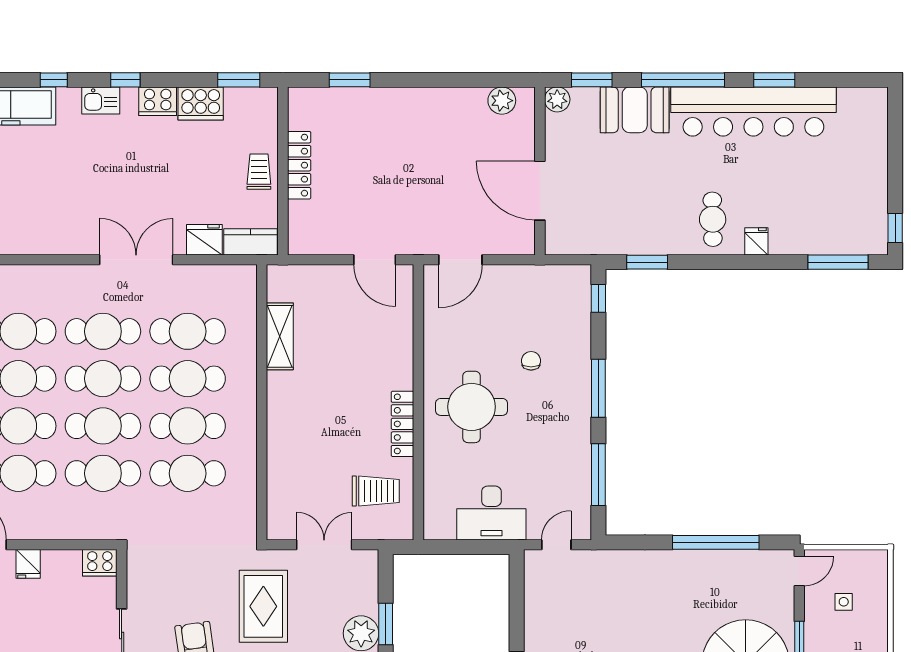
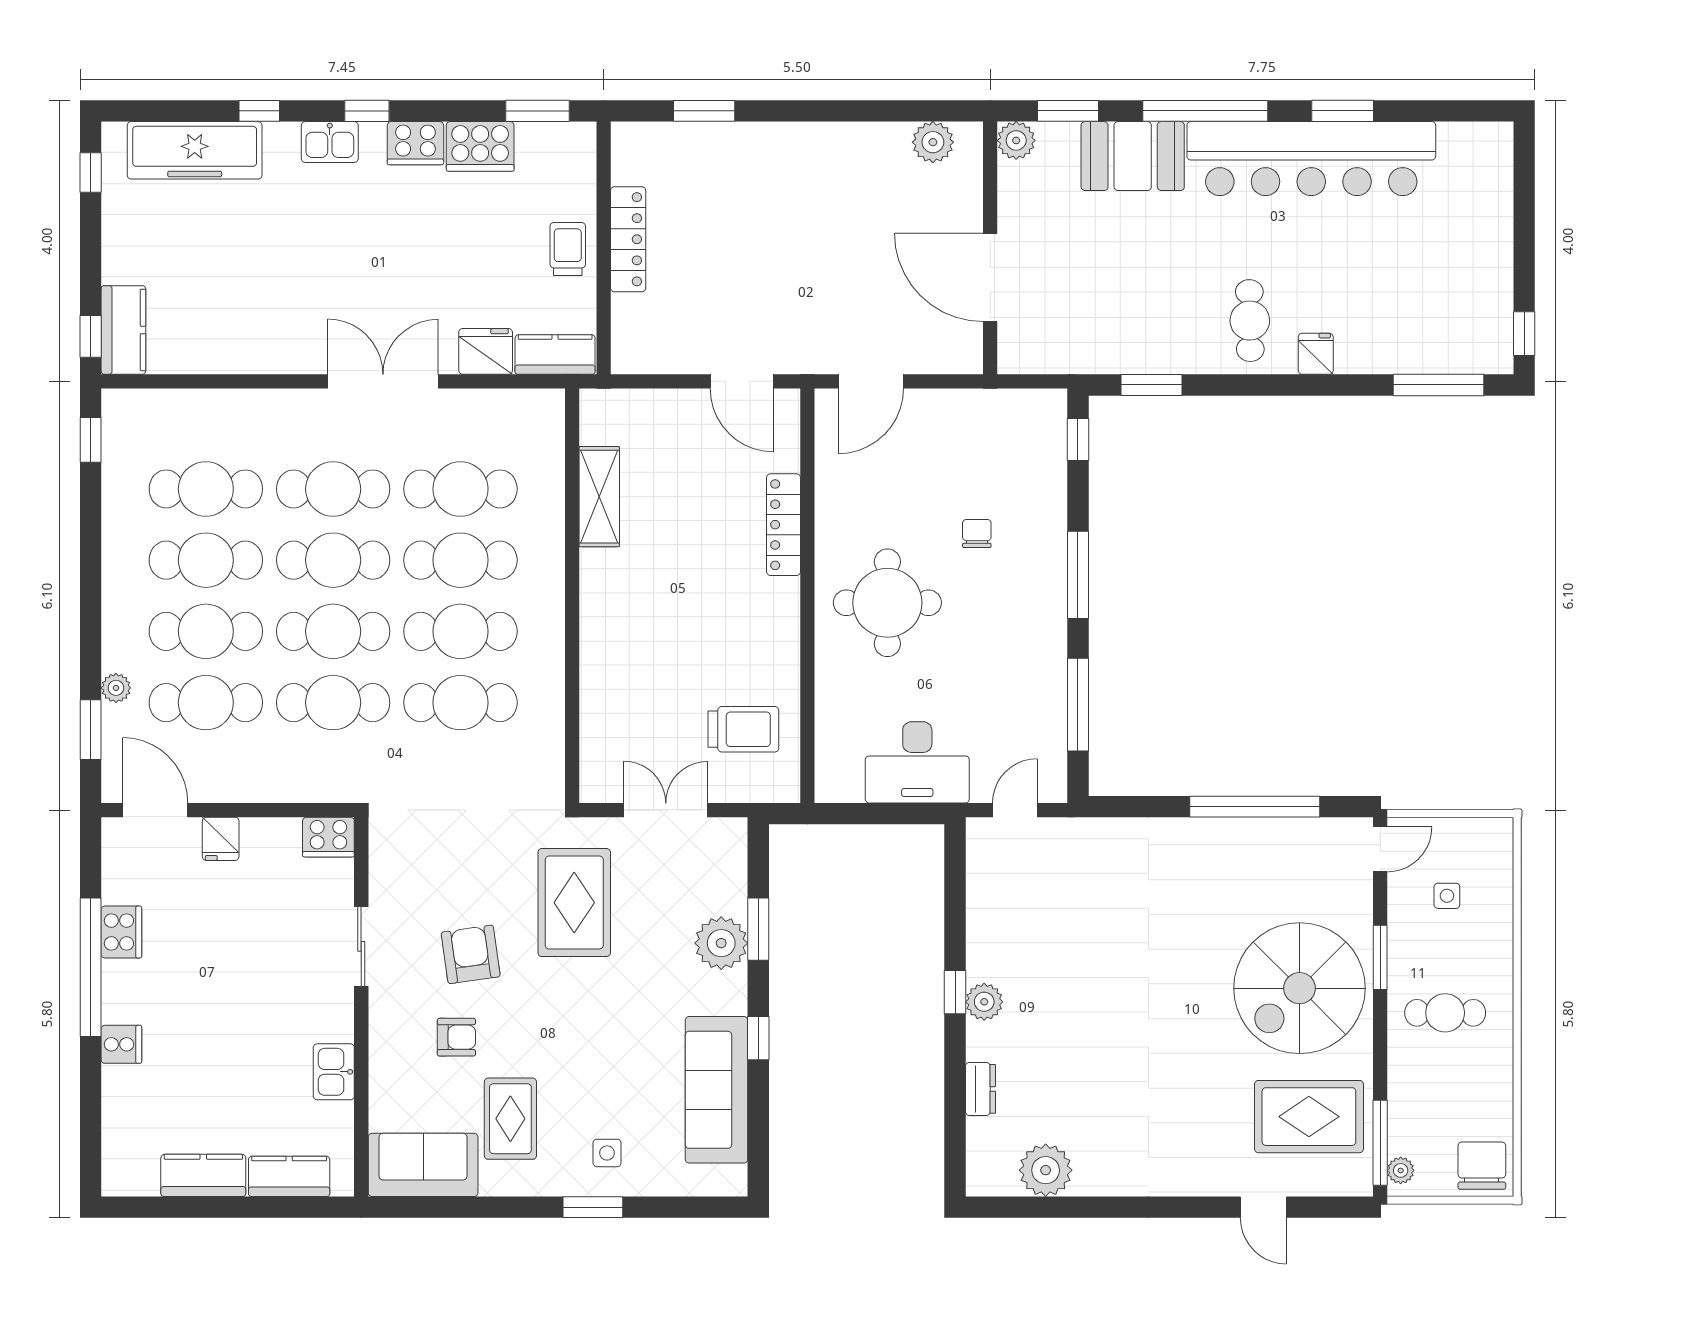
locker: (402, 424) -> (784, 525), moved

